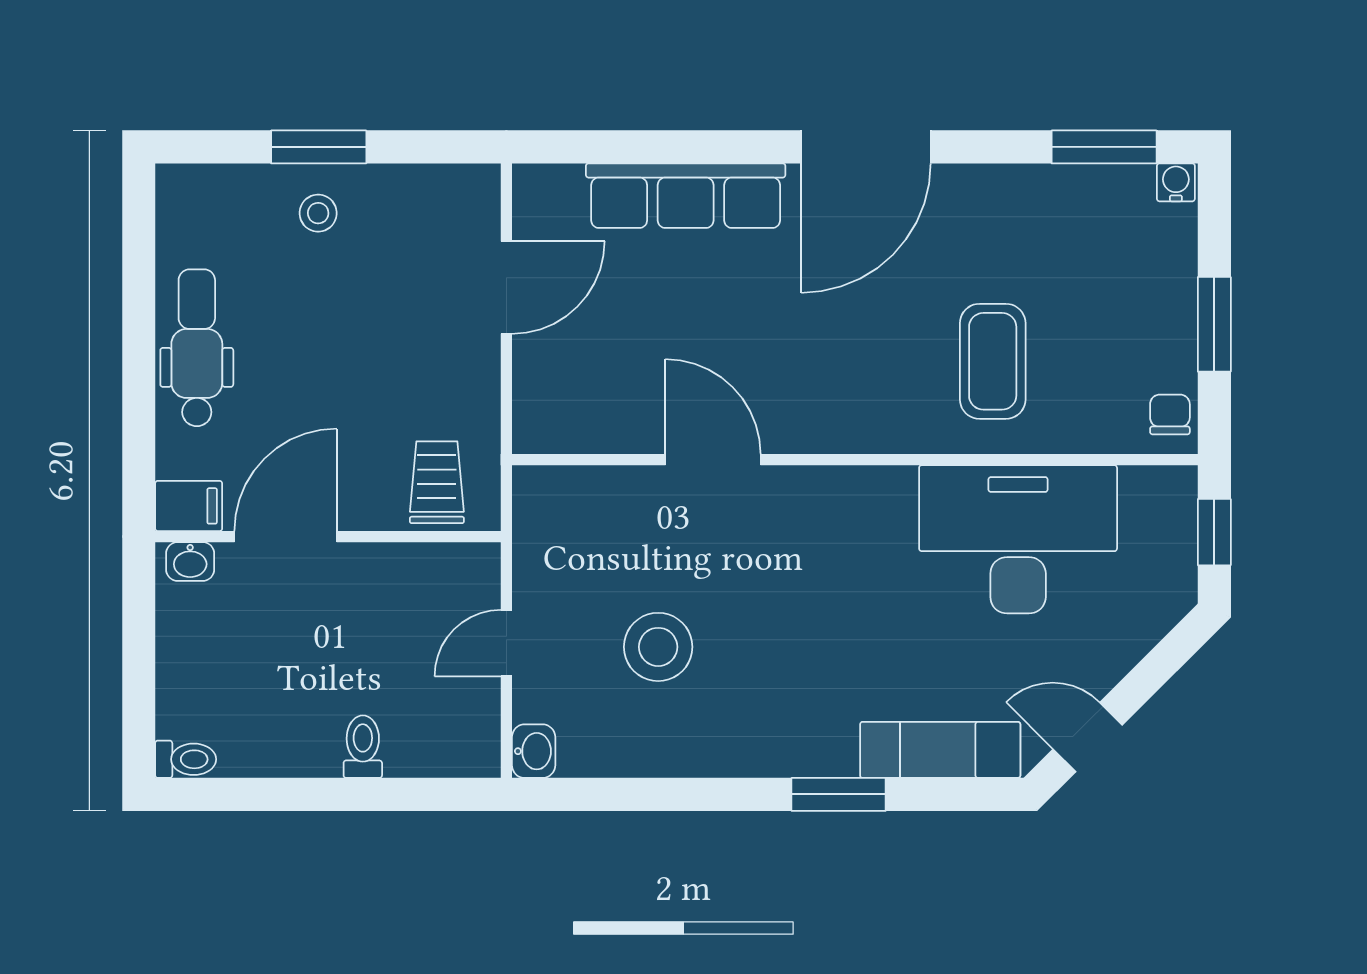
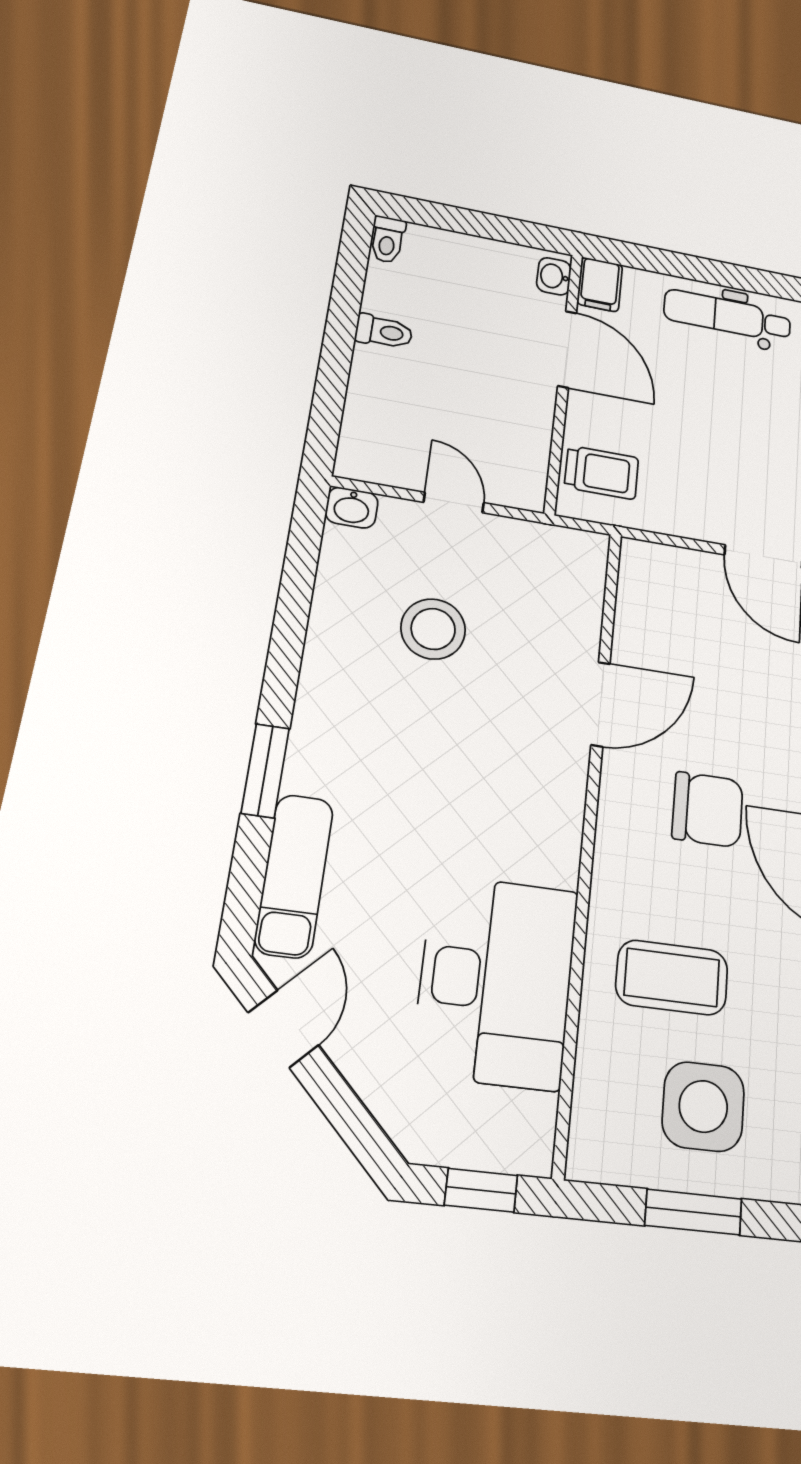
side table: (1115, 321) -> (703, 1106), added
dental chair: (197, 348) -> (728, 316), turned 180
chair: (1170, 414) -> (708, 810), moved, width x1.87, depth x1.87
toilet: (363, 747) -> (384, 332), moved

